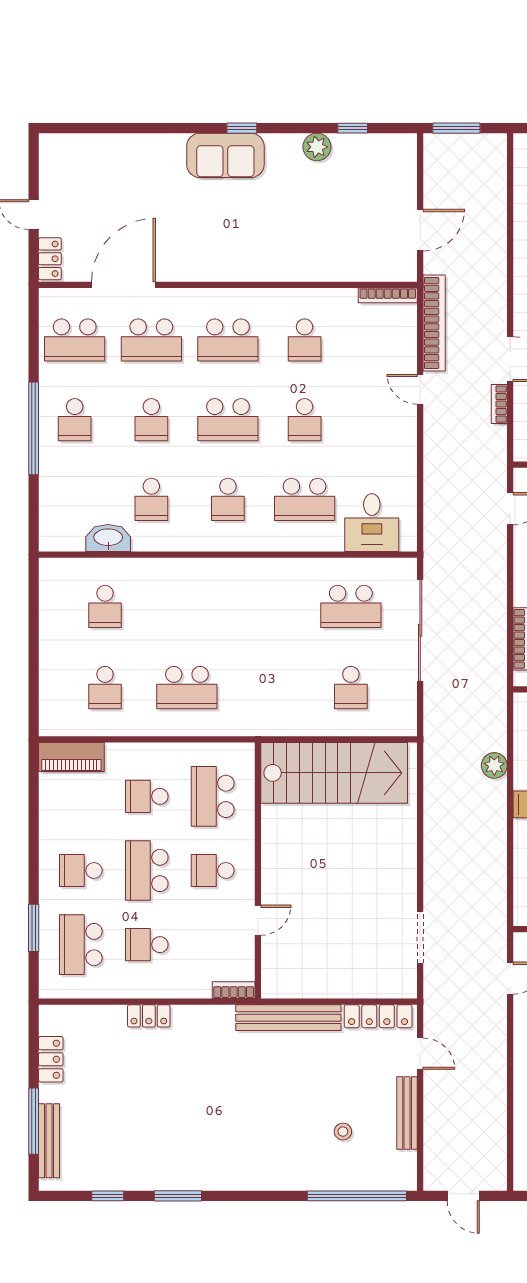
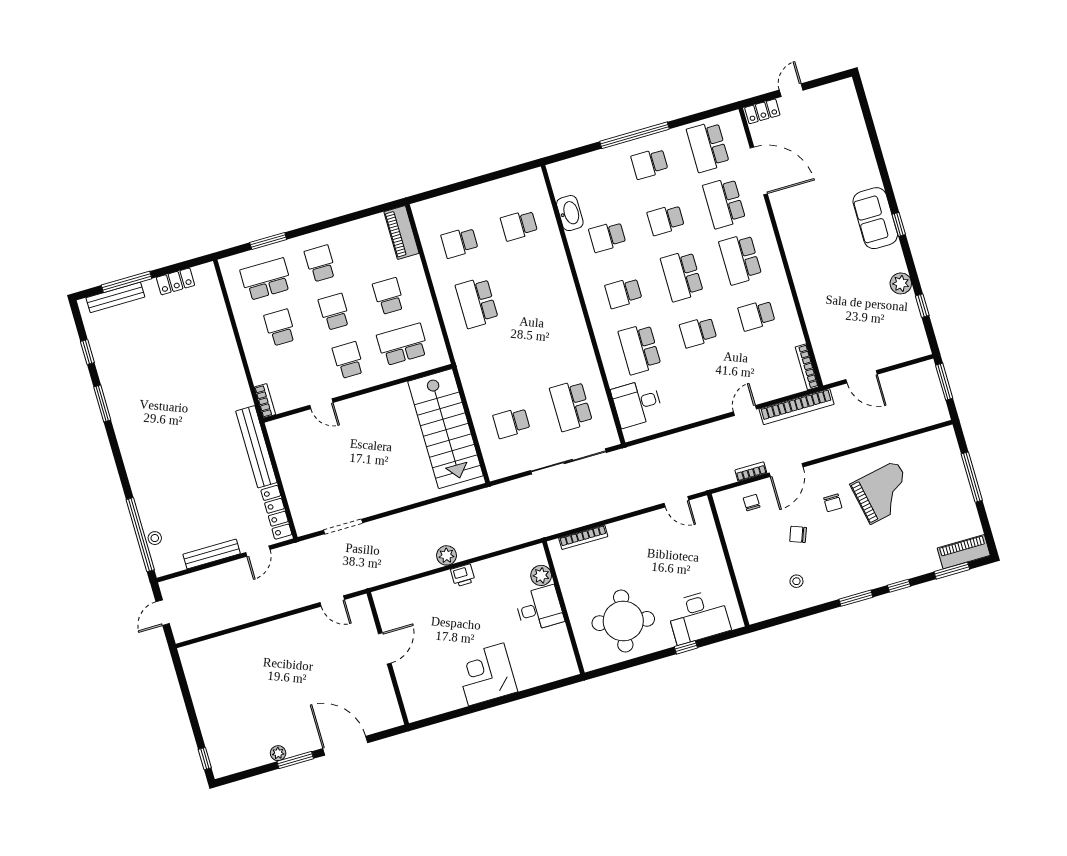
plant: (494, 765) -> (447, 555), moved
school desk: (147, 870) -> (334, 312), width x0.54
locker: (149, 1016) -> (228, 344), removed
stool: (343, 1132) -> (155, 538), moved

